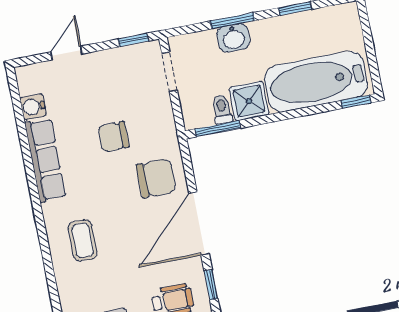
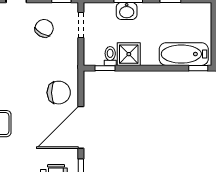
bathtub: (316, 82) -> (184, 54), width x0.73, depth x0.73
window: (218, 129) -> (105, 68), width x0.67
chair: (114, 137) -> (44, 28), moved, turned 119

